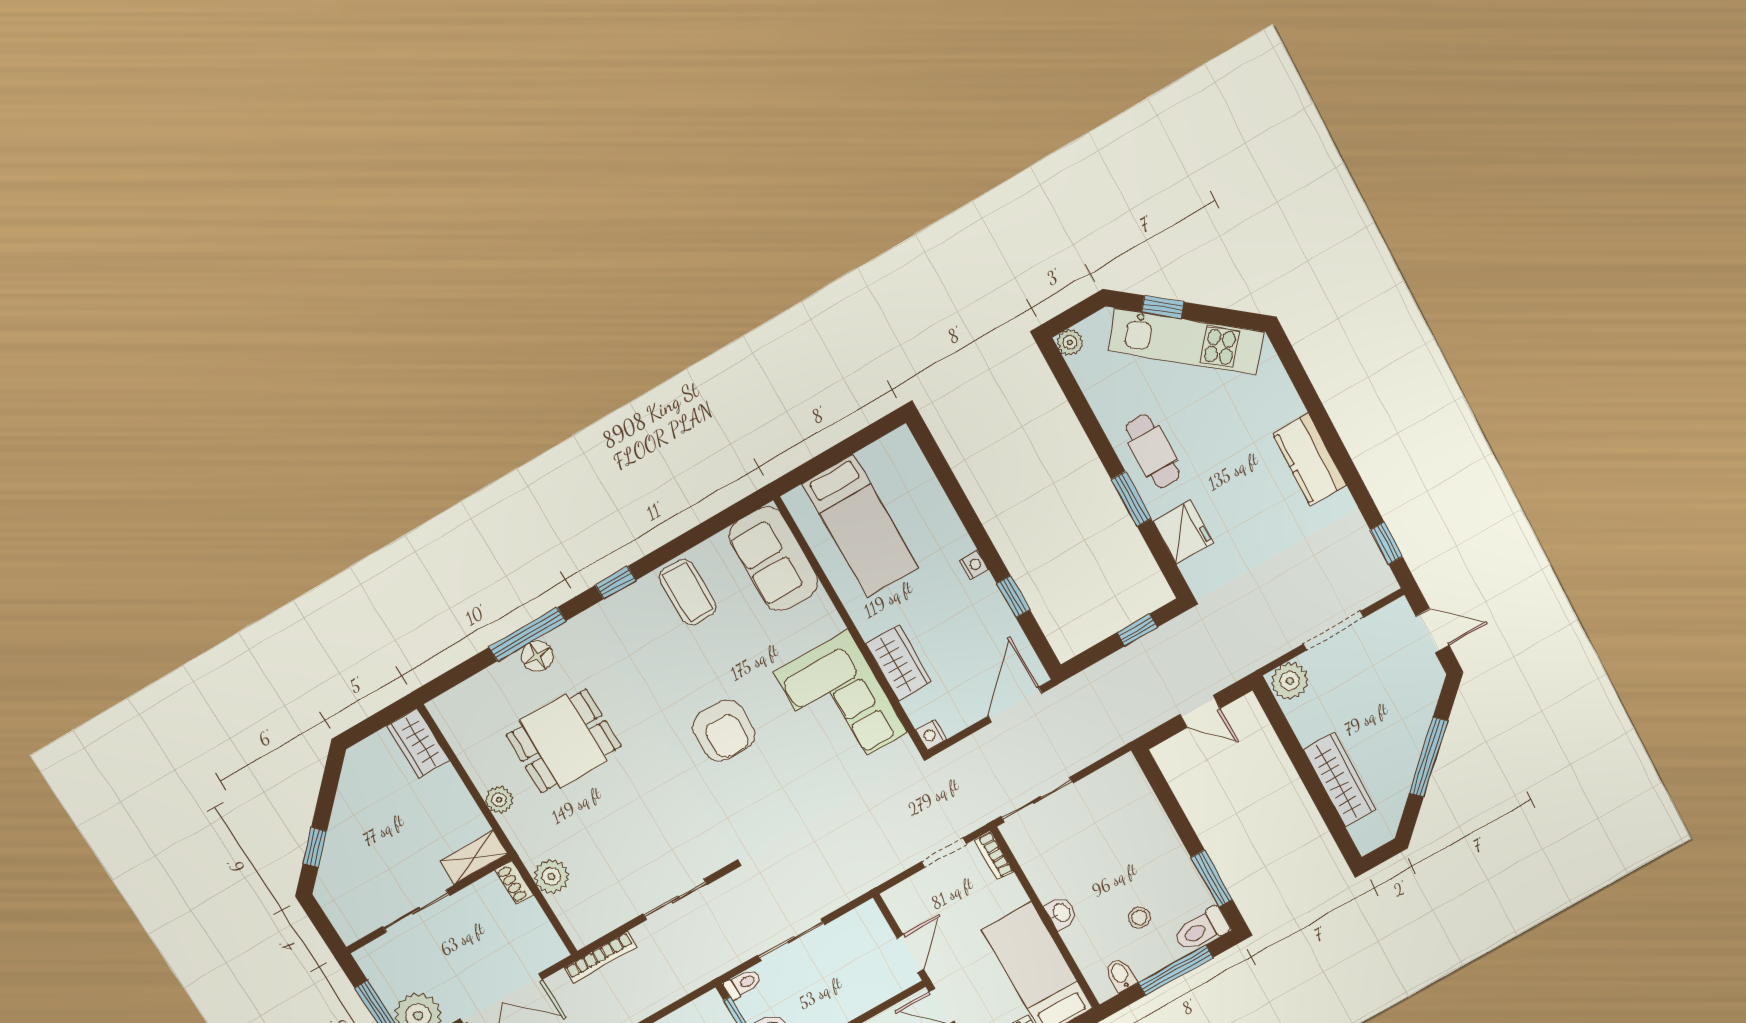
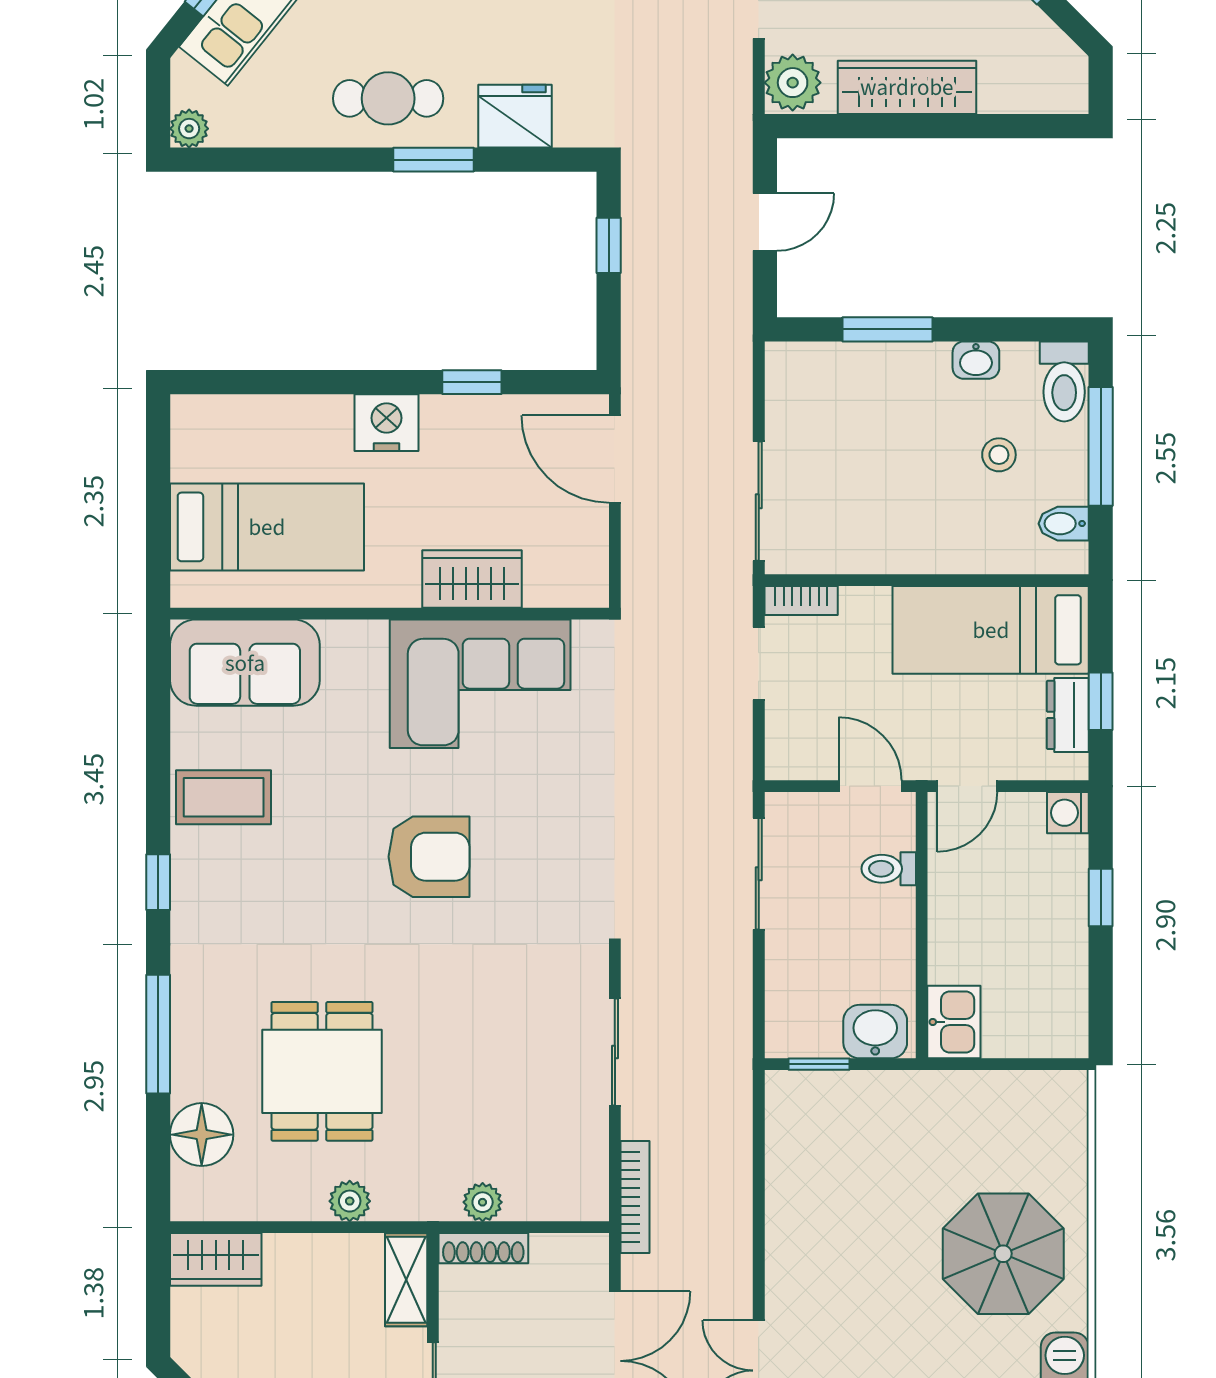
nightstand: (974, 565) -> (386, 423), width x1.89, depth x1.79
floor lamp: (537, 656) -> (202, 1135), moved, width x1.38, depth x1.38
nightstand: (931, 735) -> (591, 591), removed
wardrobe: (1340, 780) -> (907, 87), moved
plant: (551, 876) -> (483, 1202), width x0.73, depth x0.73
window: (1212, 878) -> (888, 329), moved
shoe rack: (514, 883) -> (483, 1248), width x1.43
washbasin: (1061, 913) -> (976, 360), moved, turned 180
sliding door: (791, 940) -> (759, 874), moved
toilet: (743, 984) -> (889, 869), moved, turned -90

